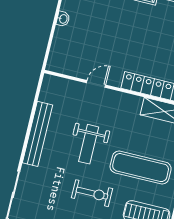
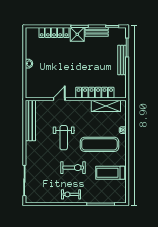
bench: (38, 134) -> (30, 120), moved

